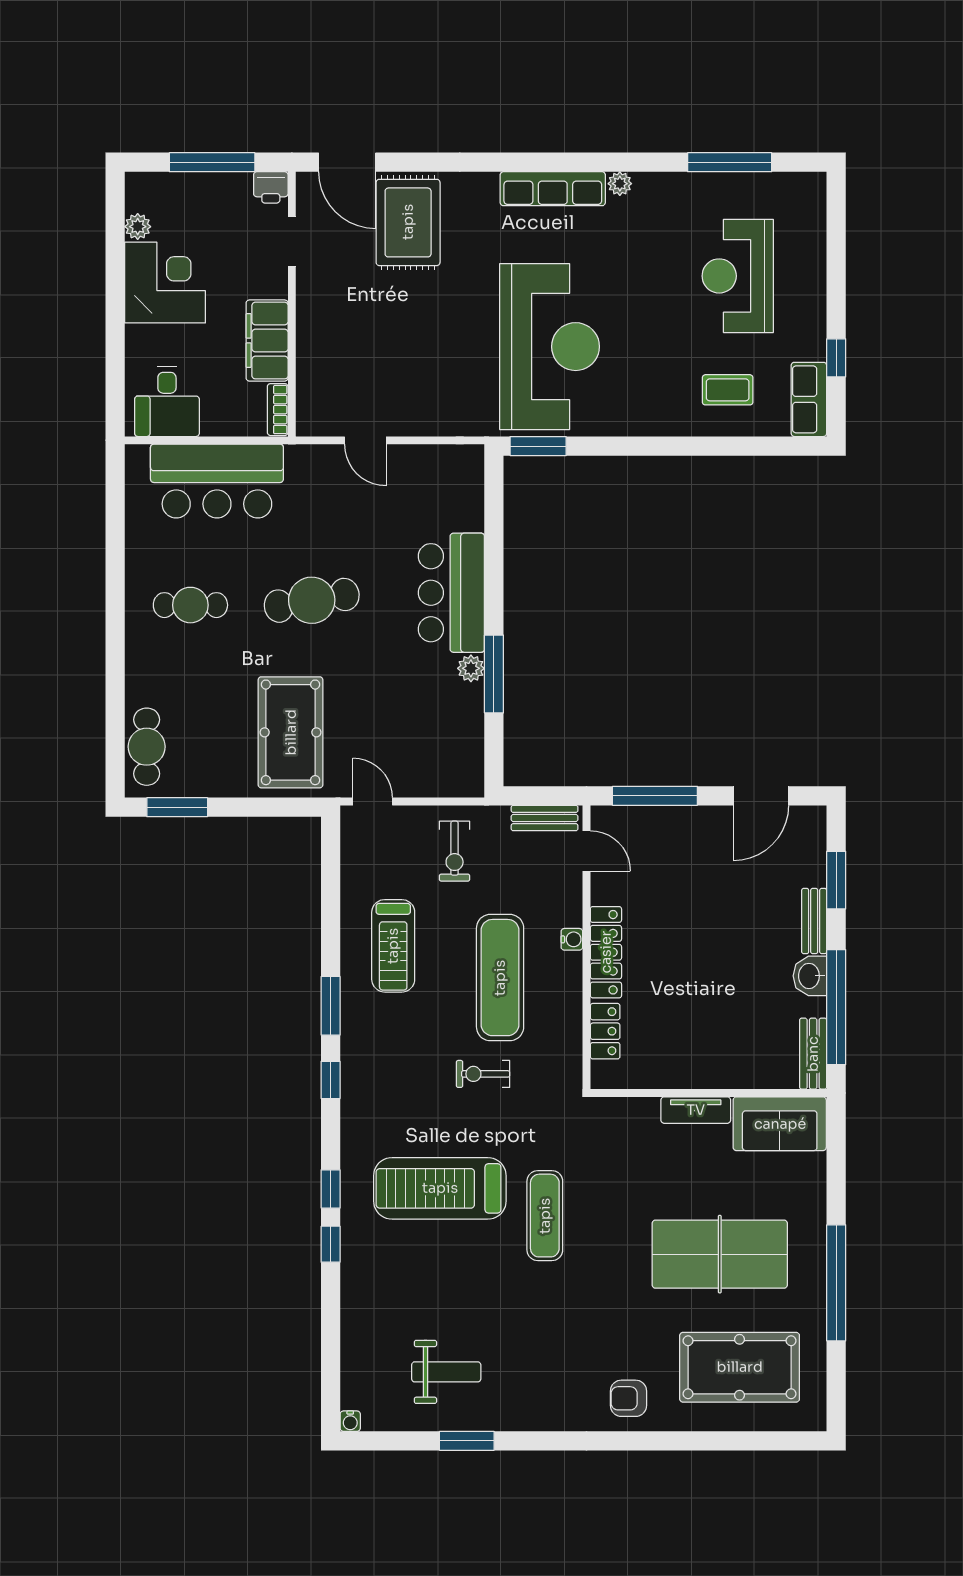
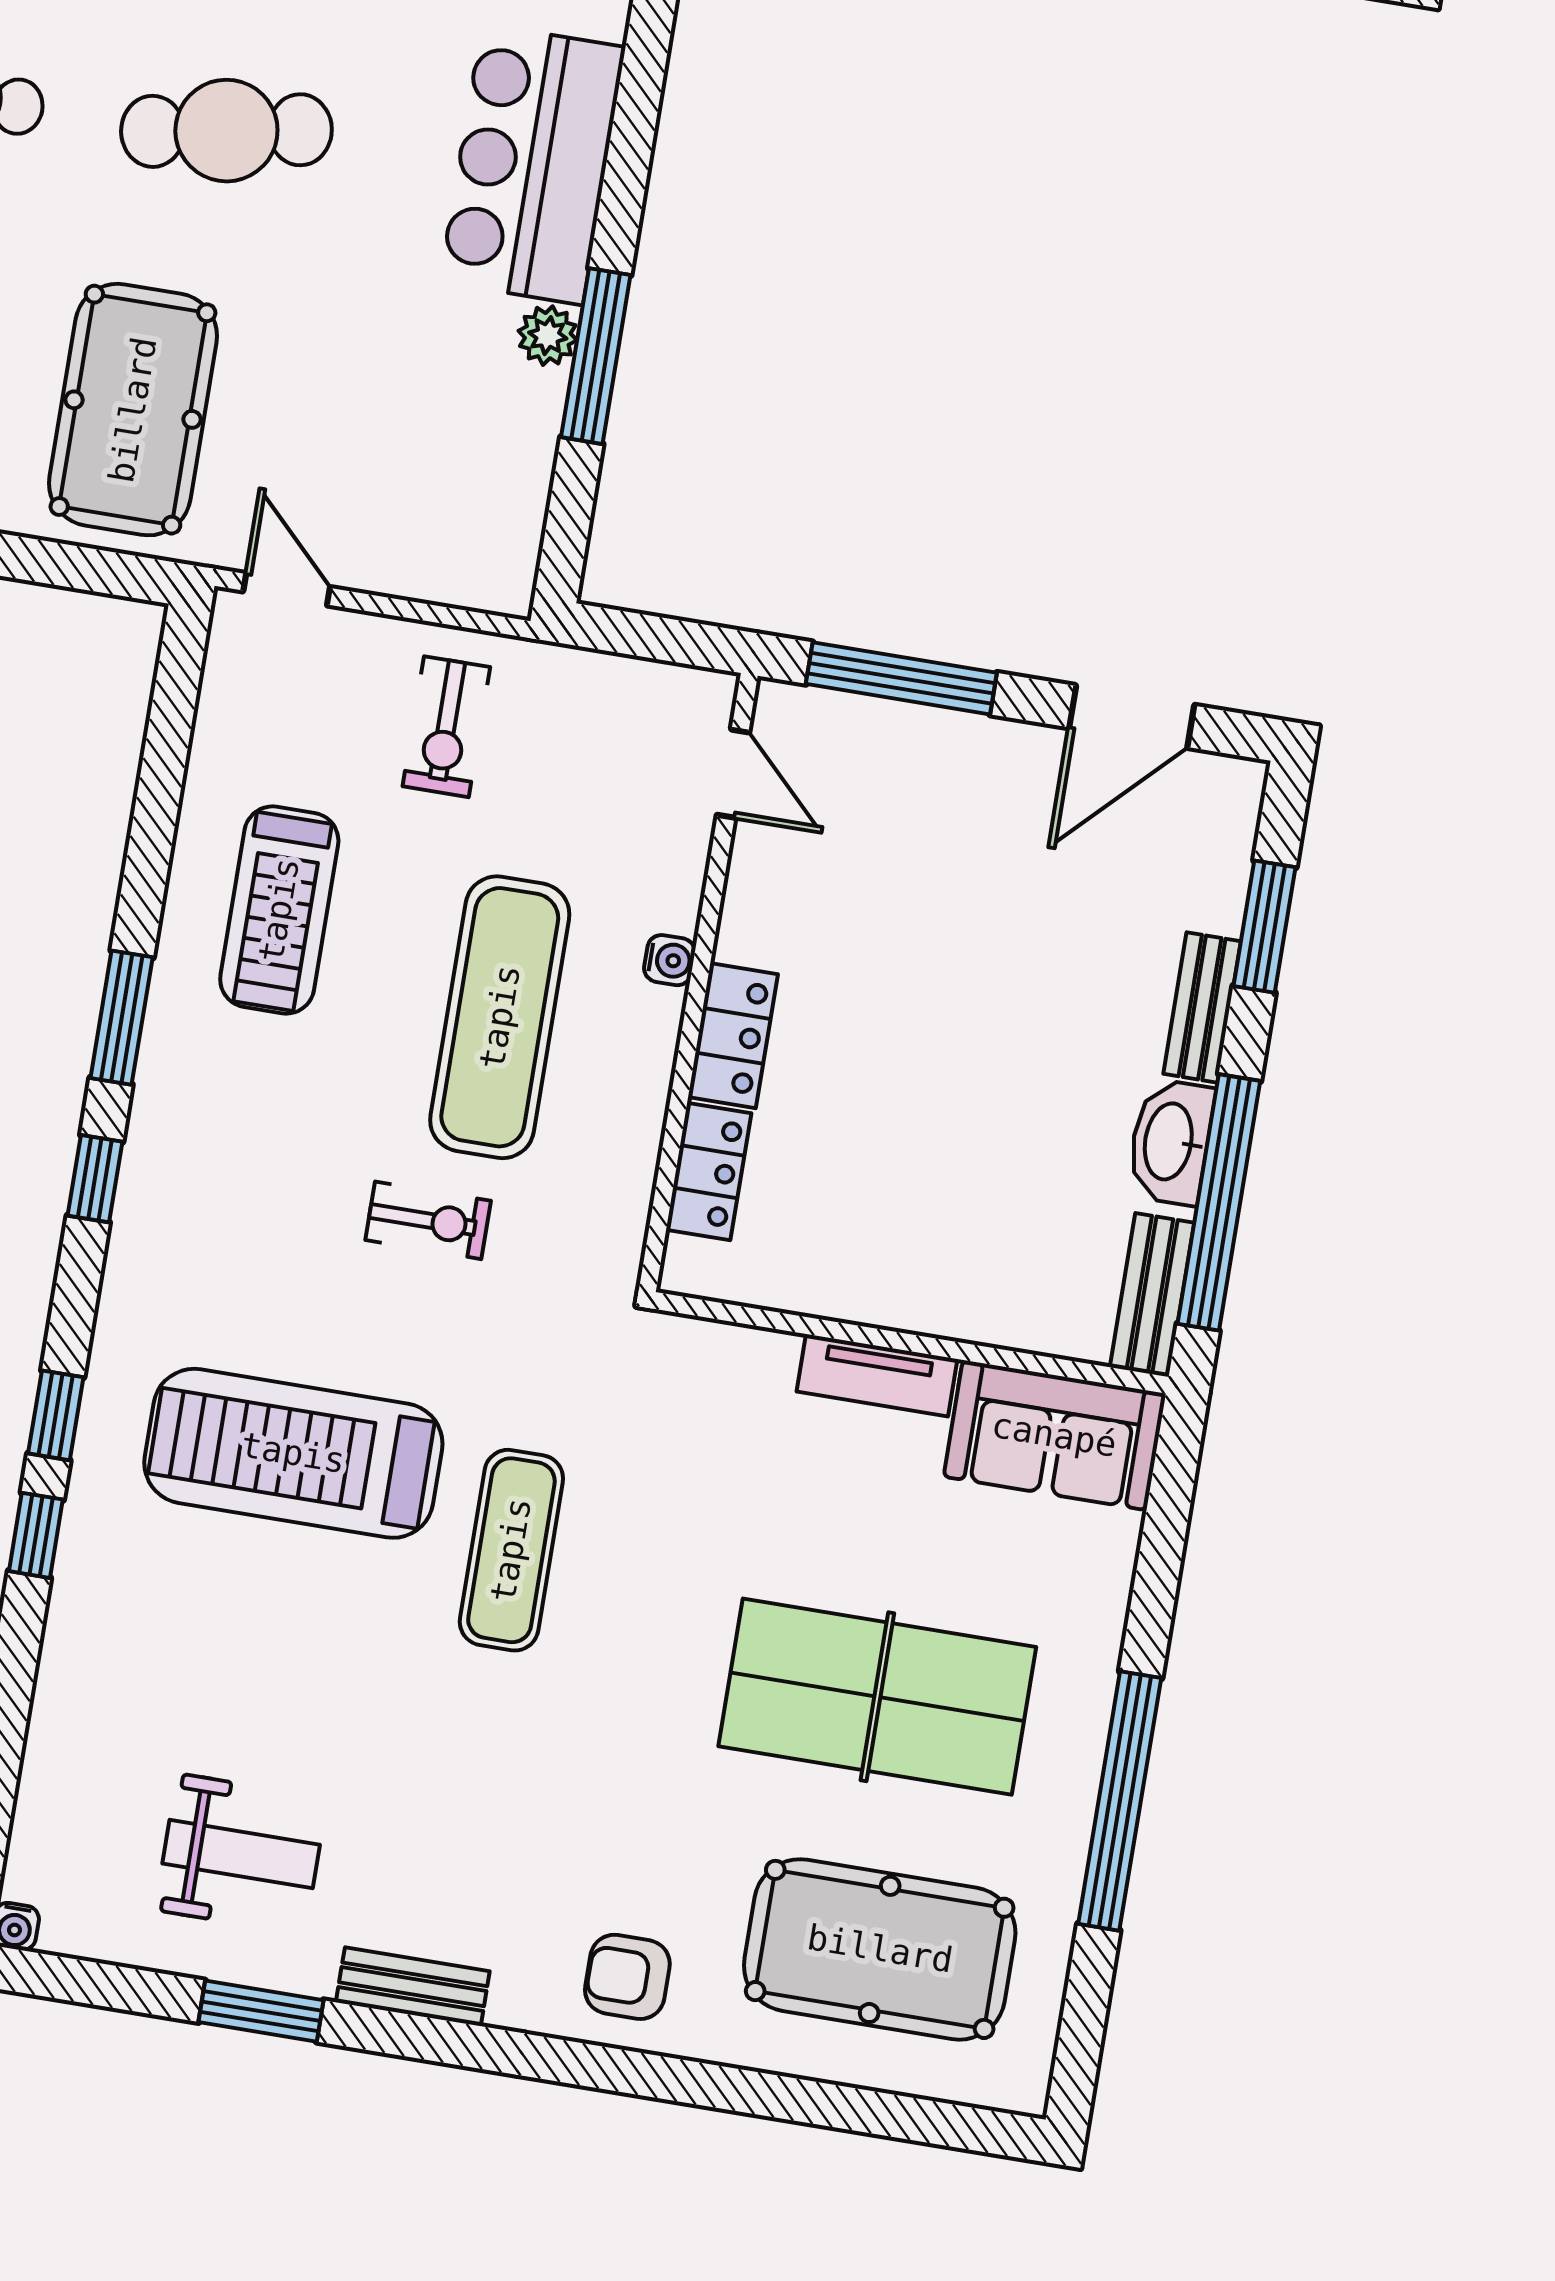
bench: (545, 818) -> (413, 1987), moved
locker: (606, 952) -> (733, 1036), width x0.66
washbasin: (810, 976) -> (1170, 1142), width x1.38
exercise bike: (483, 1074) -> (428, 1220), turned 180

